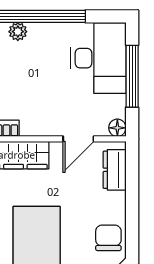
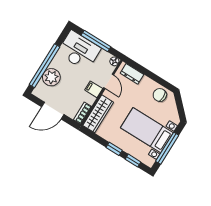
plant: (18, 32) -> (51, 77), width x1.87, depth x1.87
filing cabinet: (50, 122) -> (94, 89), added

